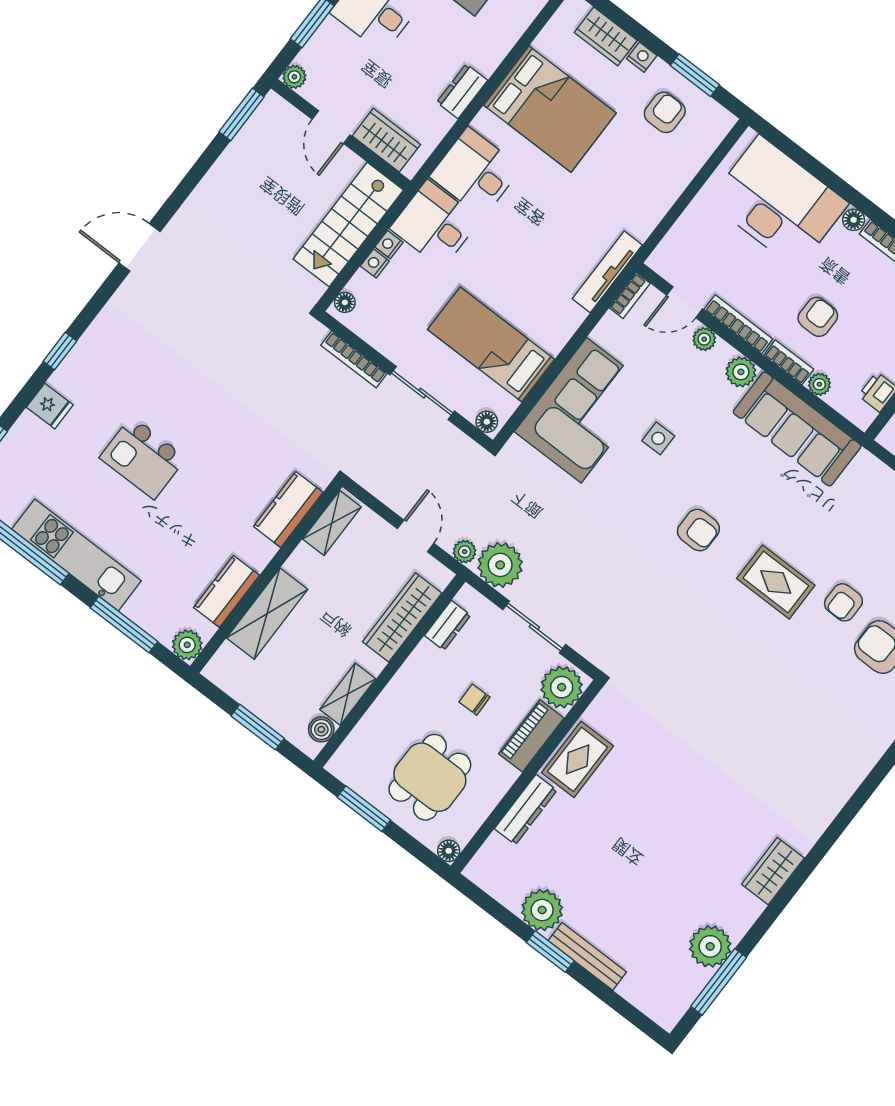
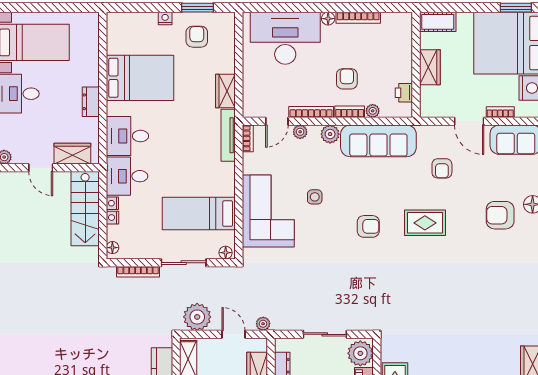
wardrobe: (606, 36) -> (225, 91), moved, turned 90
plant: (500, 565) -> (197, 317), moved
armchair: (843, 602) -> (442, 168), moved

